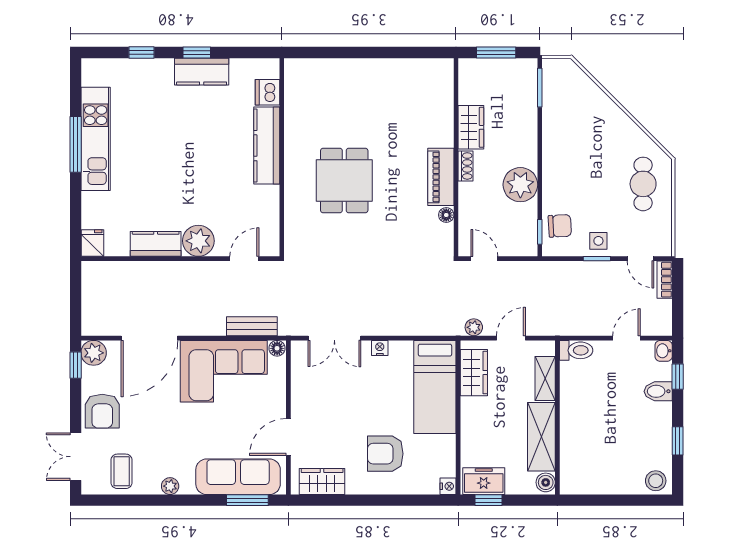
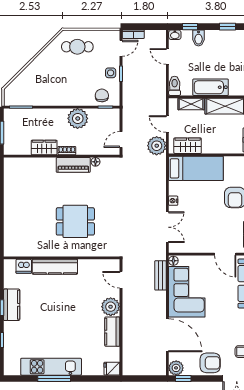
plant: (474, 327) -> (157, 146), width x1.87, depth x1.87
bathtub: (574, 412) -> (211, 87), added

